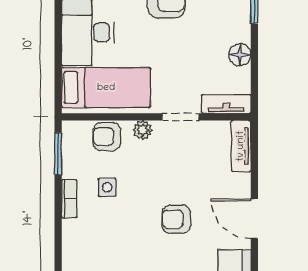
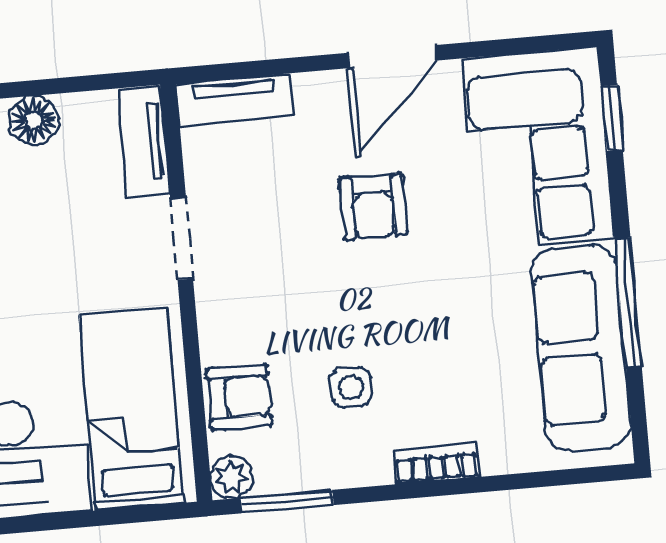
plant: (143, 130) -> (232, 477), moved
armchair: (107, 137) -> (239, 397), turned -90
bookcase: (69, 199) -> (436, 464), moved
armchair: (176, 219) -> (373, 206), moved

